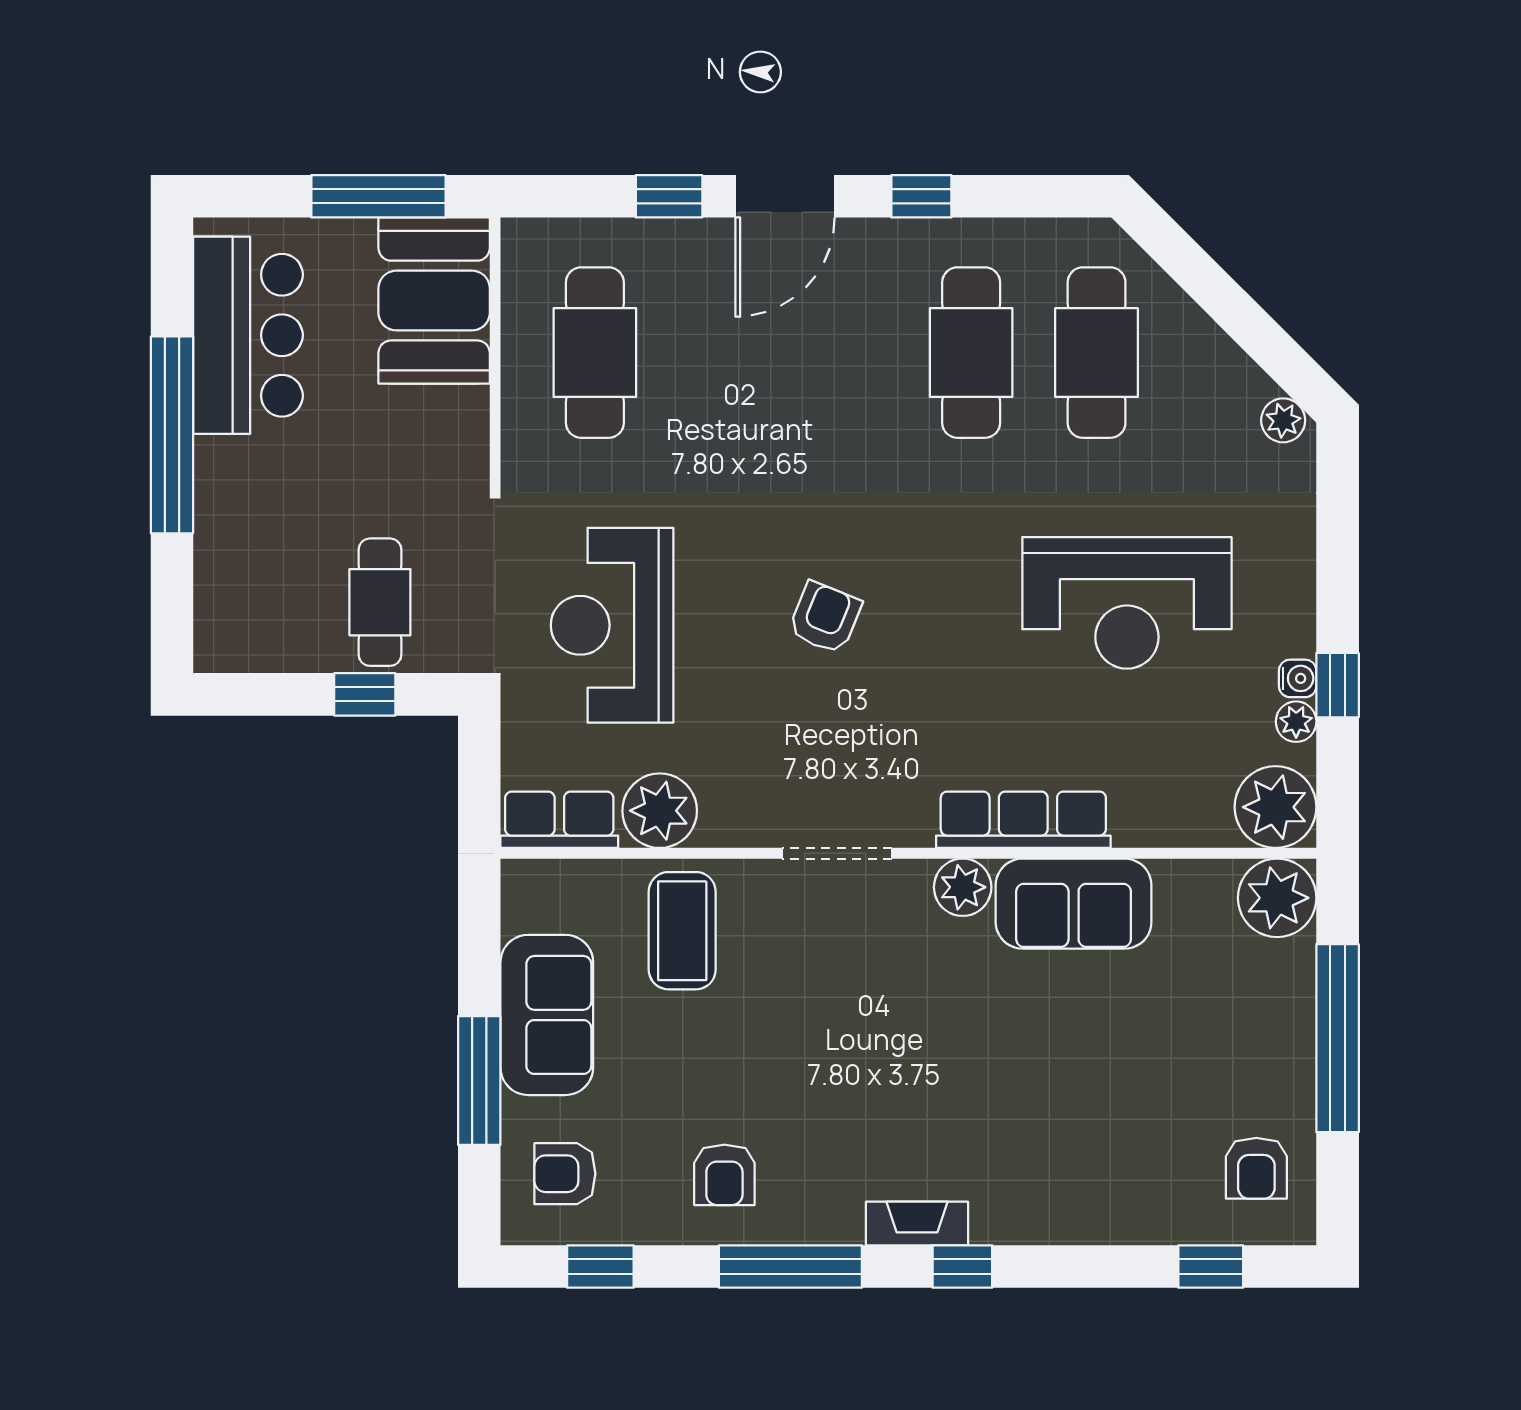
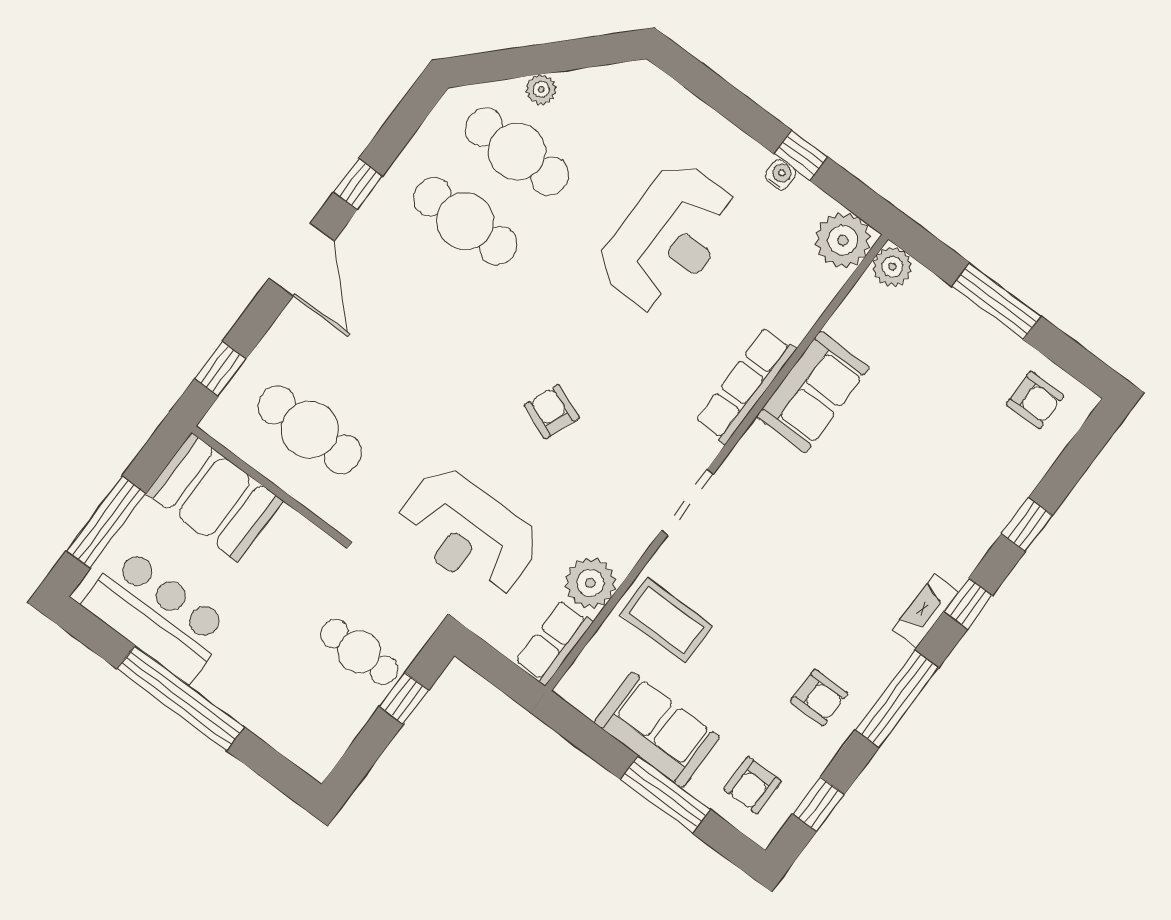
window: (378, 196) -> (106, 522), moved
window: (669, 196) -> (220, 369), moved
plant: (1283, 420) -> (541, 89), moved
plant: (1296, 722) -> (804, 193), removed
plant: (963, 887) -> (758, 447), removed
plant: (1277, 898) -> (892, 267), width x0.73, depth x0.73
window: (1338, 1038) -> (996, 301), width x0.68
window: (1211, 1267) -> (1027, 525), moved

